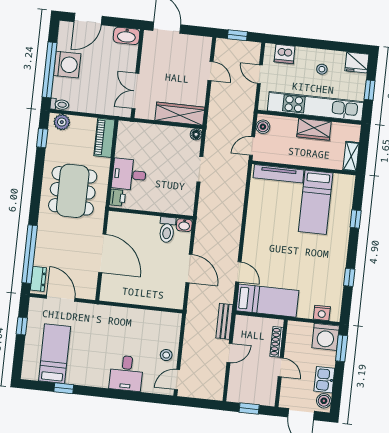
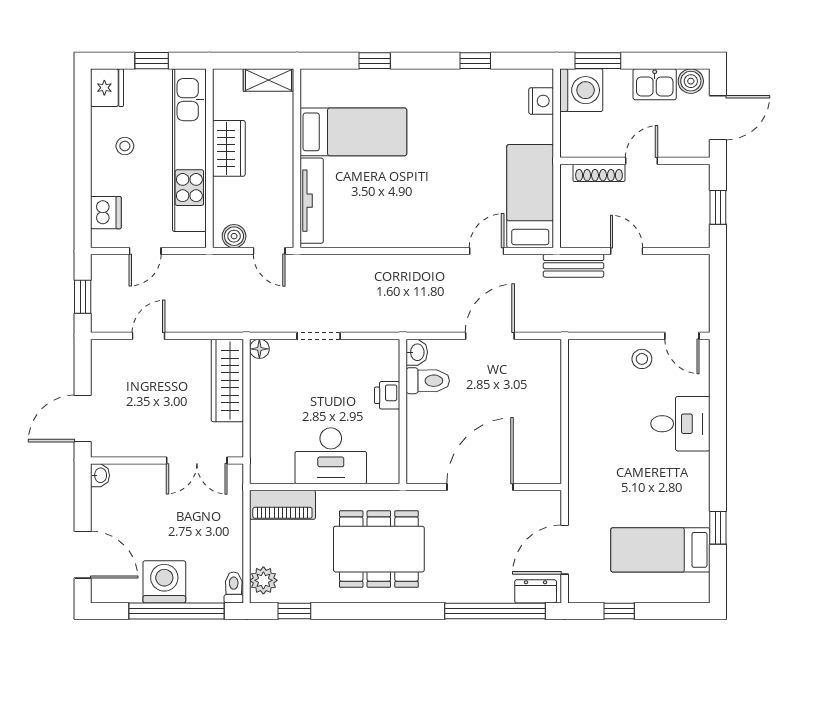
washbasin: (127, 36) -> (100, 475), width x0.52, depth x0.69
desk: (129, 174) -> (331, 456), width x1.37
printer: (118, 198) -> (387, 395), moved, turned -90

